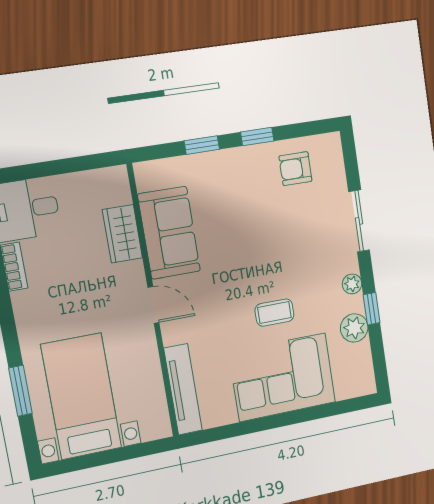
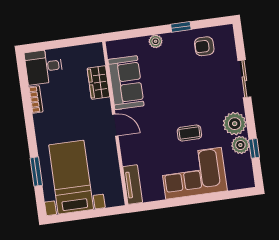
window: (202, 145) -> (147, 32), removed
plant: (216, 161) -> (156, 41), added
plant: (352, 284) -> (235, 124), width x1.87, depth x1.87
window: (372, 309) -> (254, 148), moved
tv unit: (183, 389) -> (133, 185), width x0.71

